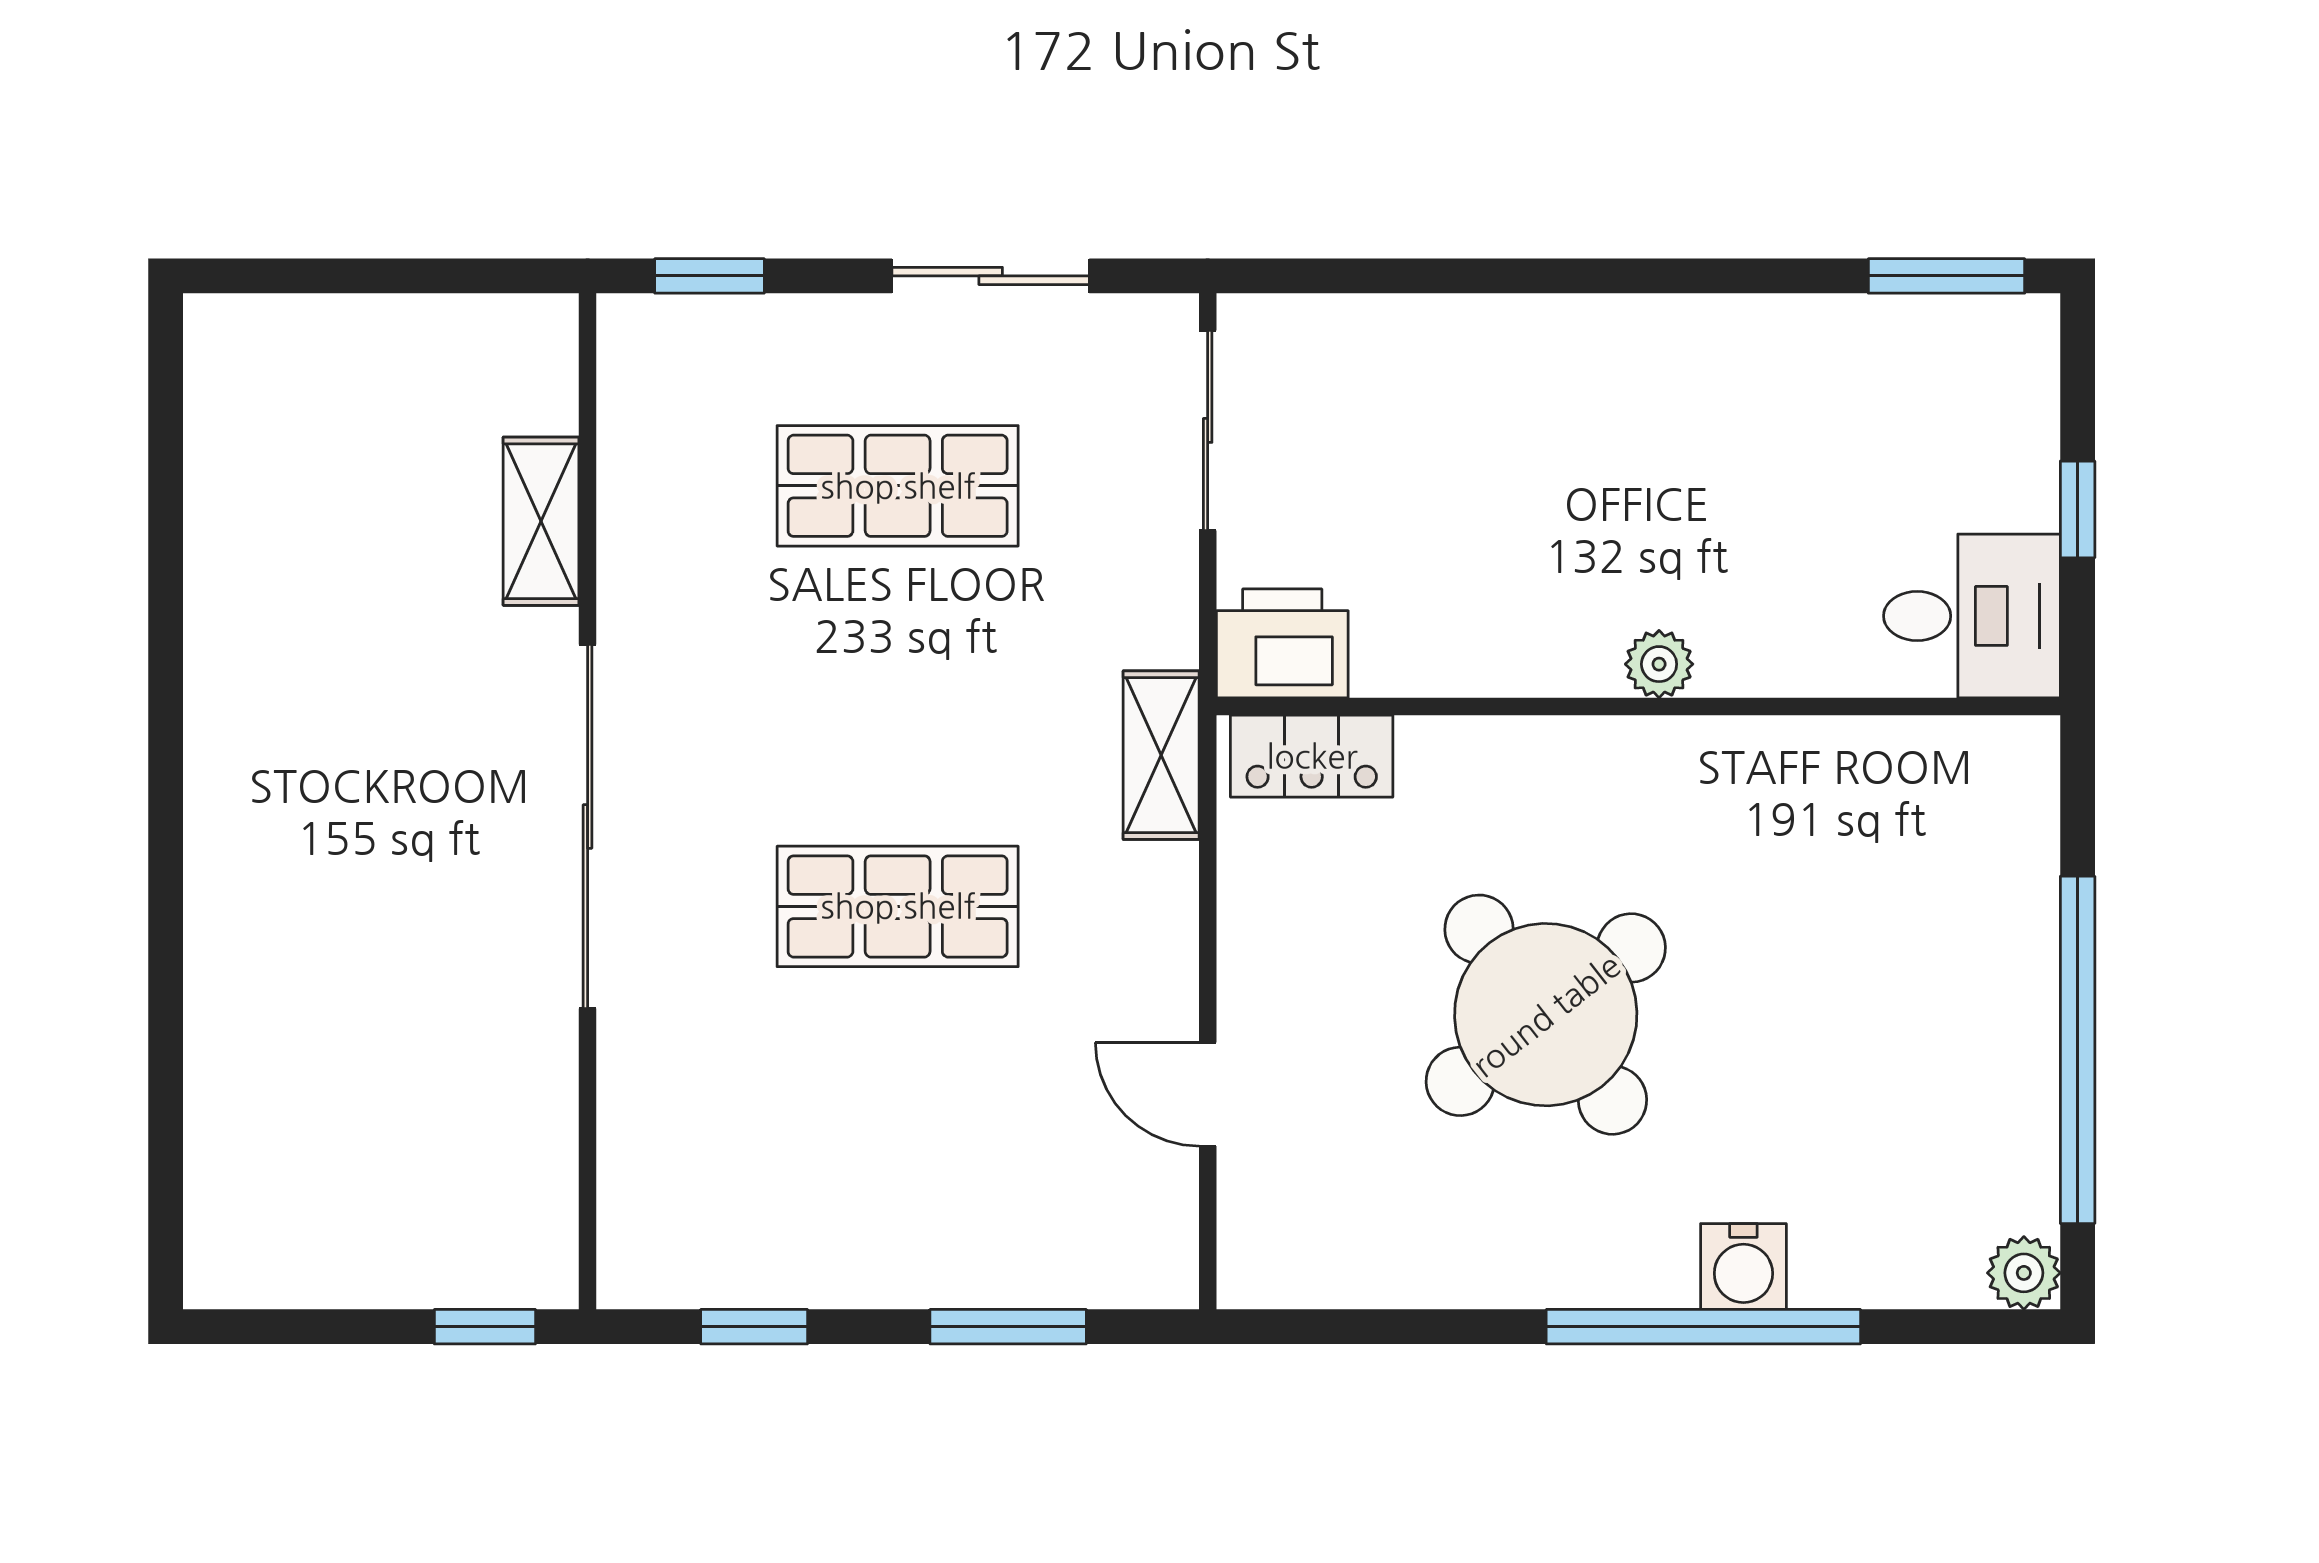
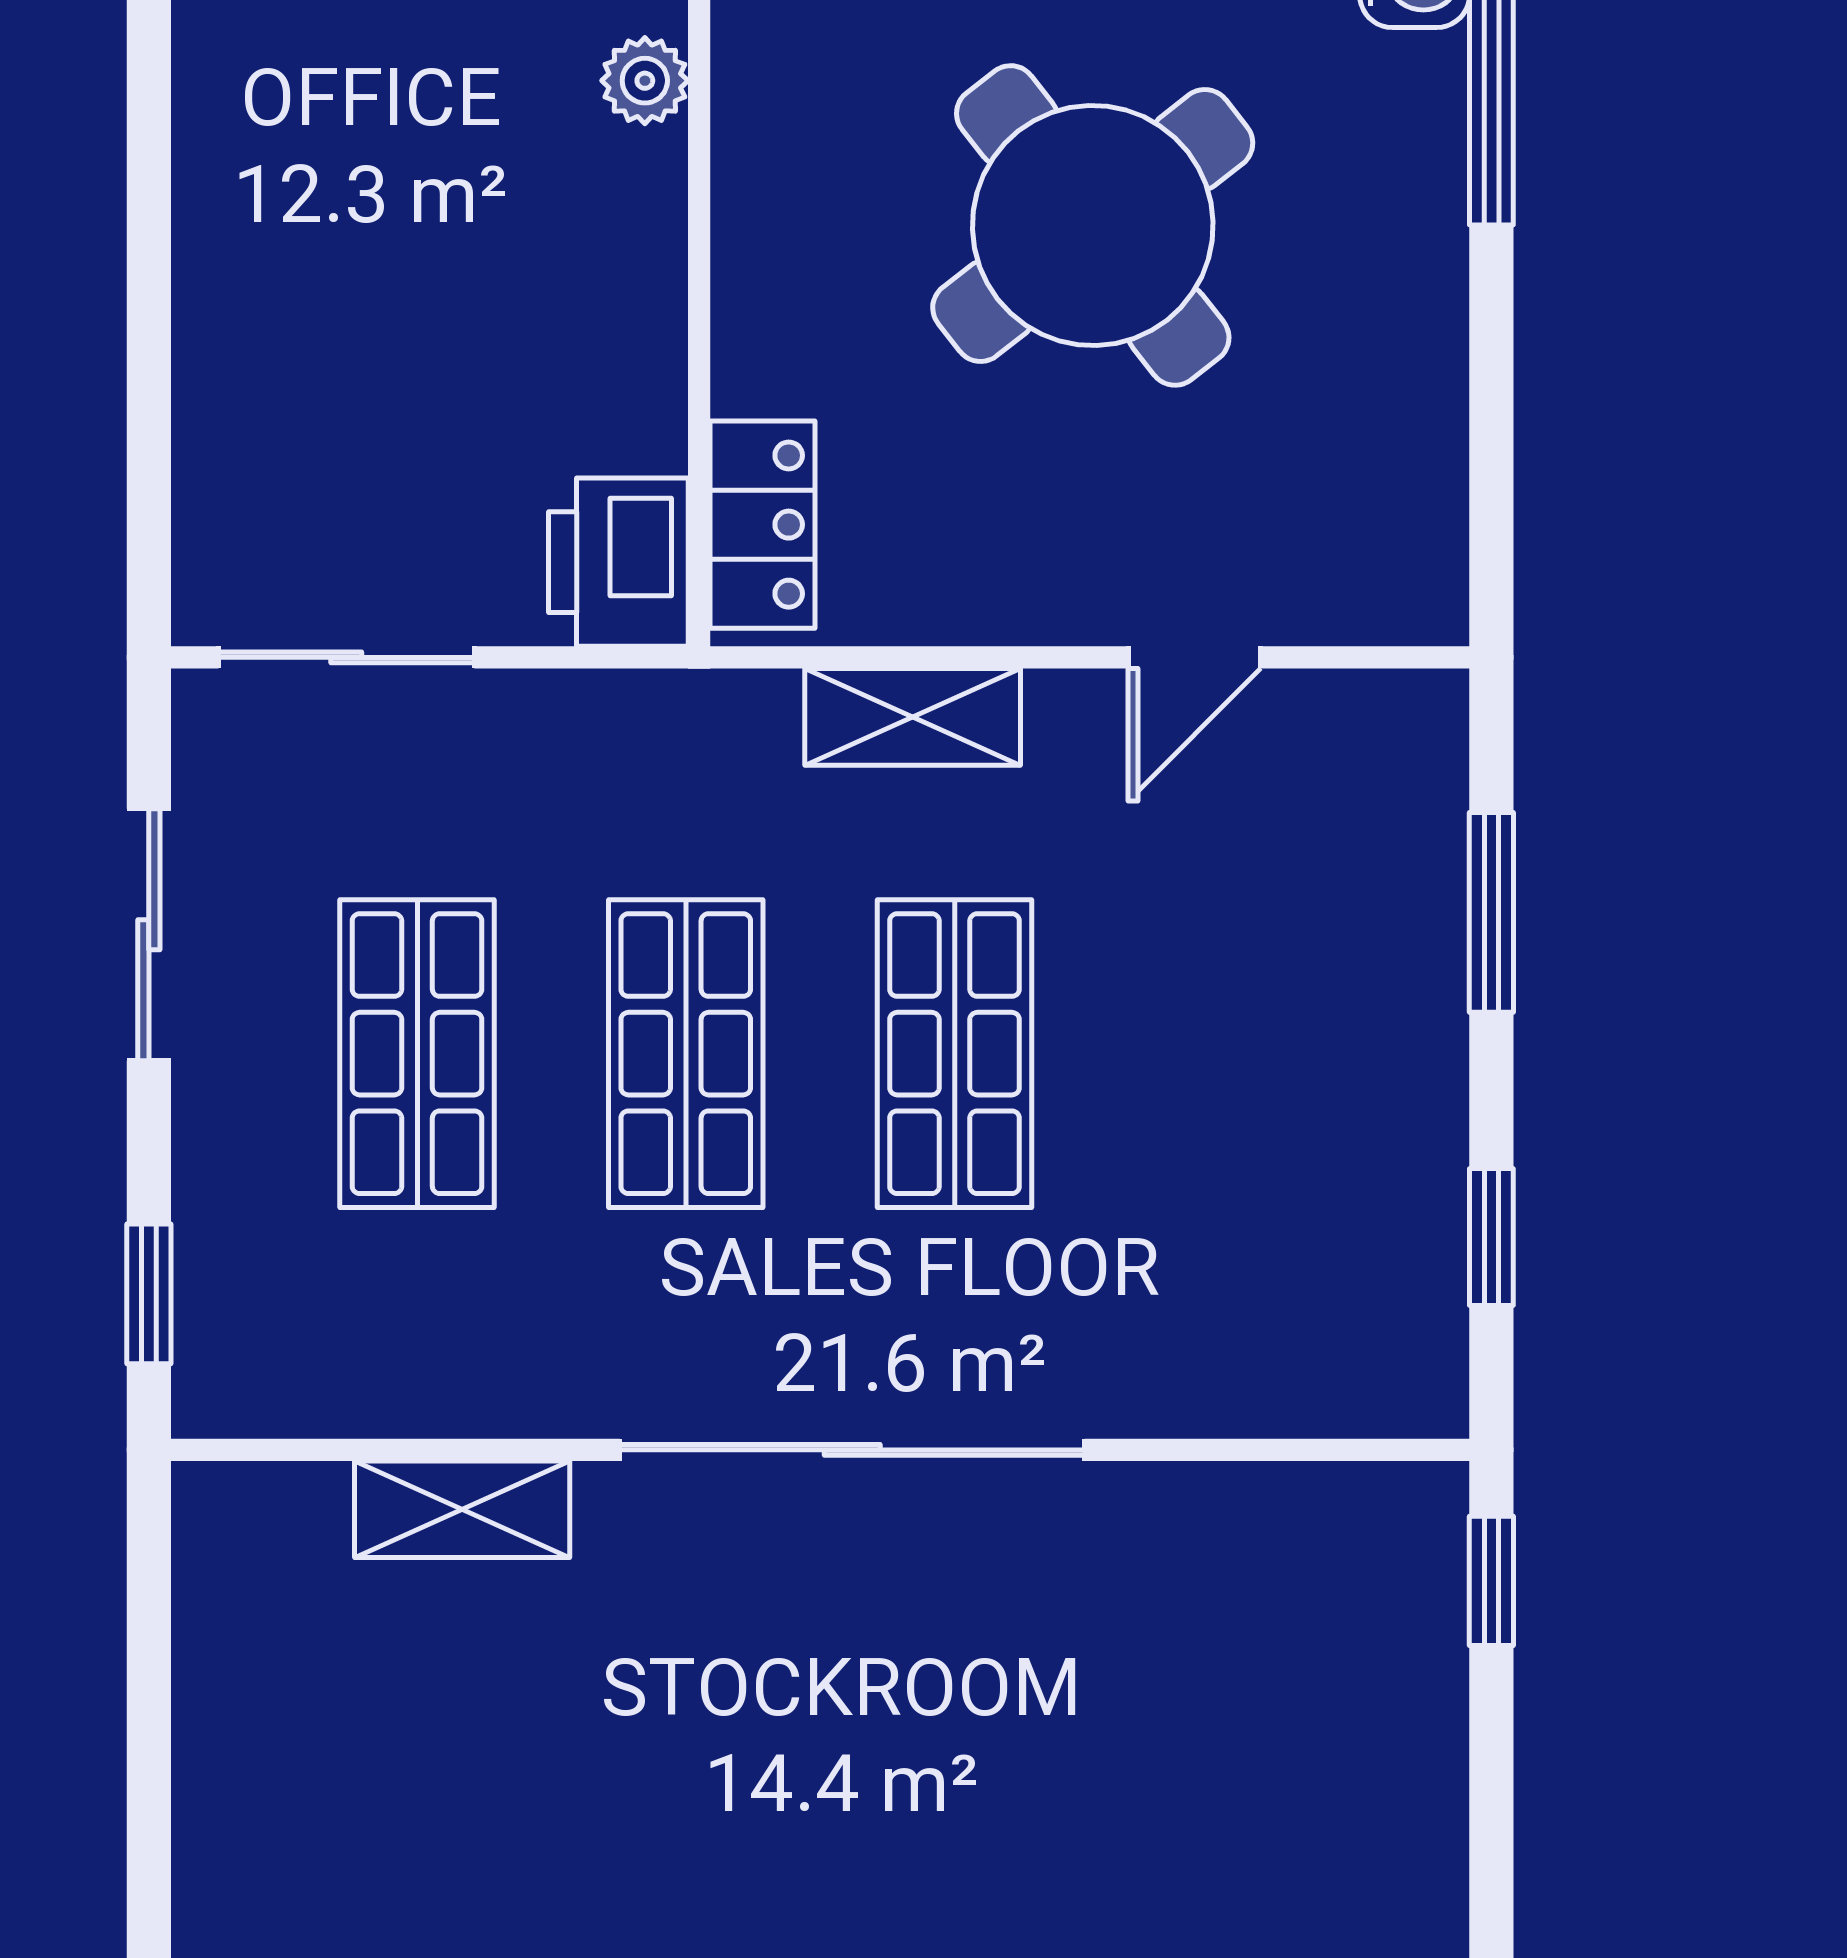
shop shelf: (898, 696) -> (686, 1054), added
shelving: (1161, 755) -> (913, 717), moved

